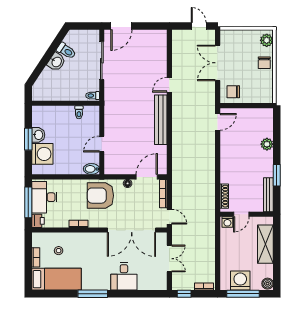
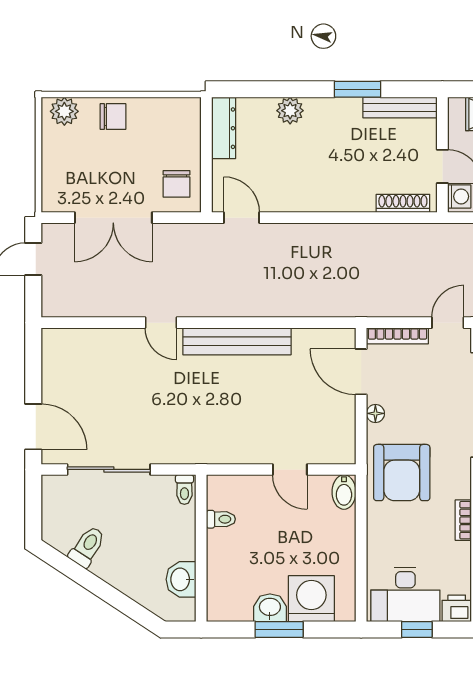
washbasin: (56, 62) -> (181, 579), moved, turned -123
dresser: (259, 114) -> (224, 128), added
window: (28, 202) -> (417, 629), width x0.46

